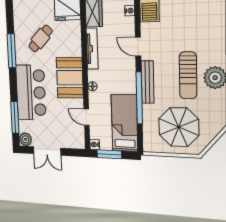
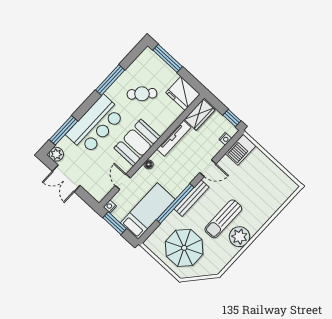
door: (138, 47) -> (208, 168), swing flipped

